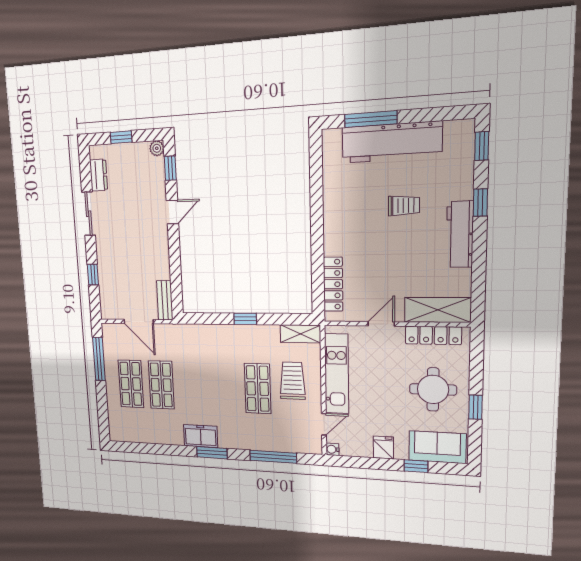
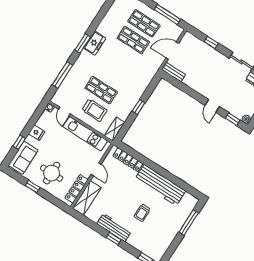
workbench: (392, 142) -> (160, 185), moved, turned -90
window: (480, 203) -> (114, 239), moved

